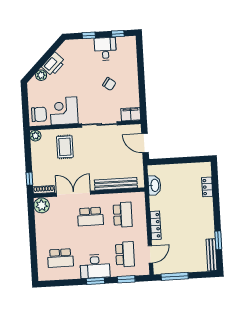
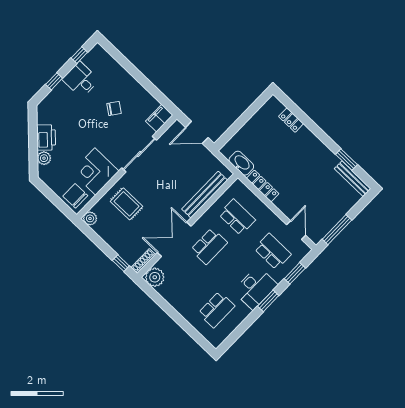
chair: (39, 114) -> (75, 196), turned -90
locker: (156, 225) -> (263, 186), moved

